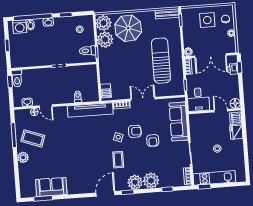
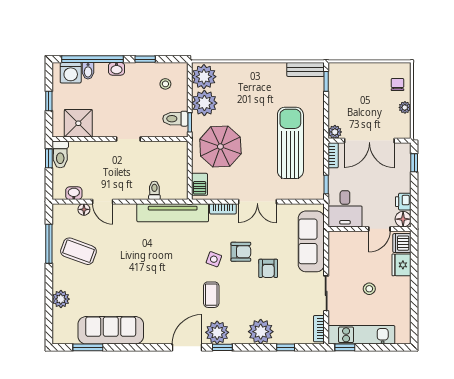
side table: (207, 20) -> (368, 84), removed
parasol: (128, 28) -> (220, 147), moved
shower: (27, 58) -> (78, 123), added
printer: (233, 69) -> (403, 202), moved
double door: (143, 99) -> (257, 202), swing flipped
door: (221, 111) -> (379, 229), swing flipped
plant: (23, 157) -> (61, 299), moved
plant: (135, 182) -> (217, 332), moved
sofa: (51, 187) -> (111, 330), width x1.36

